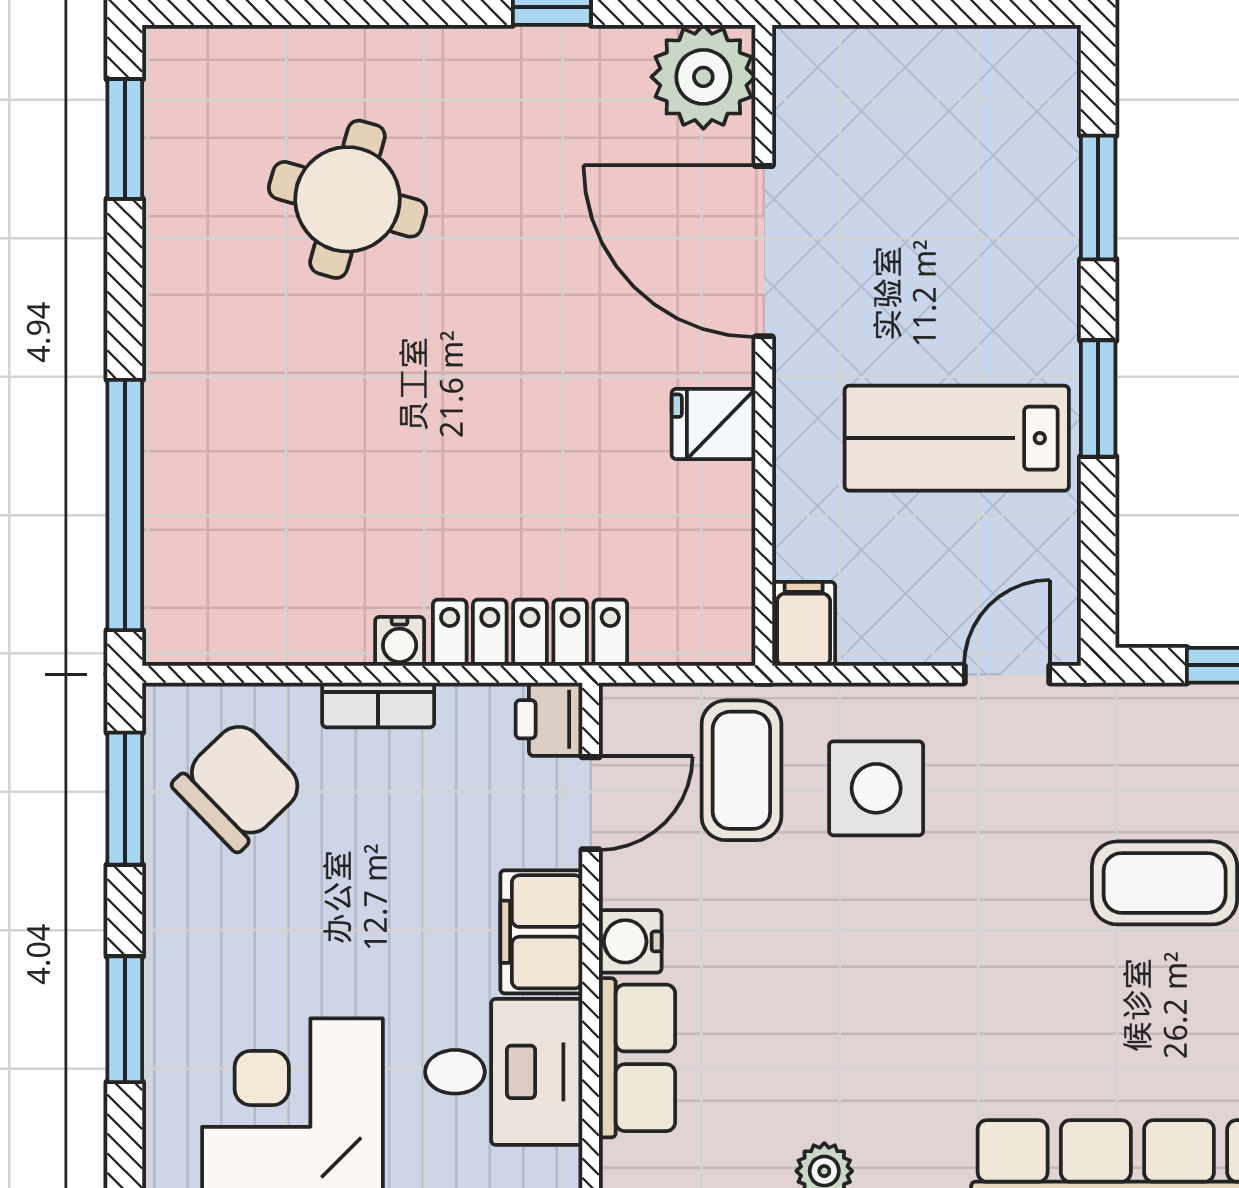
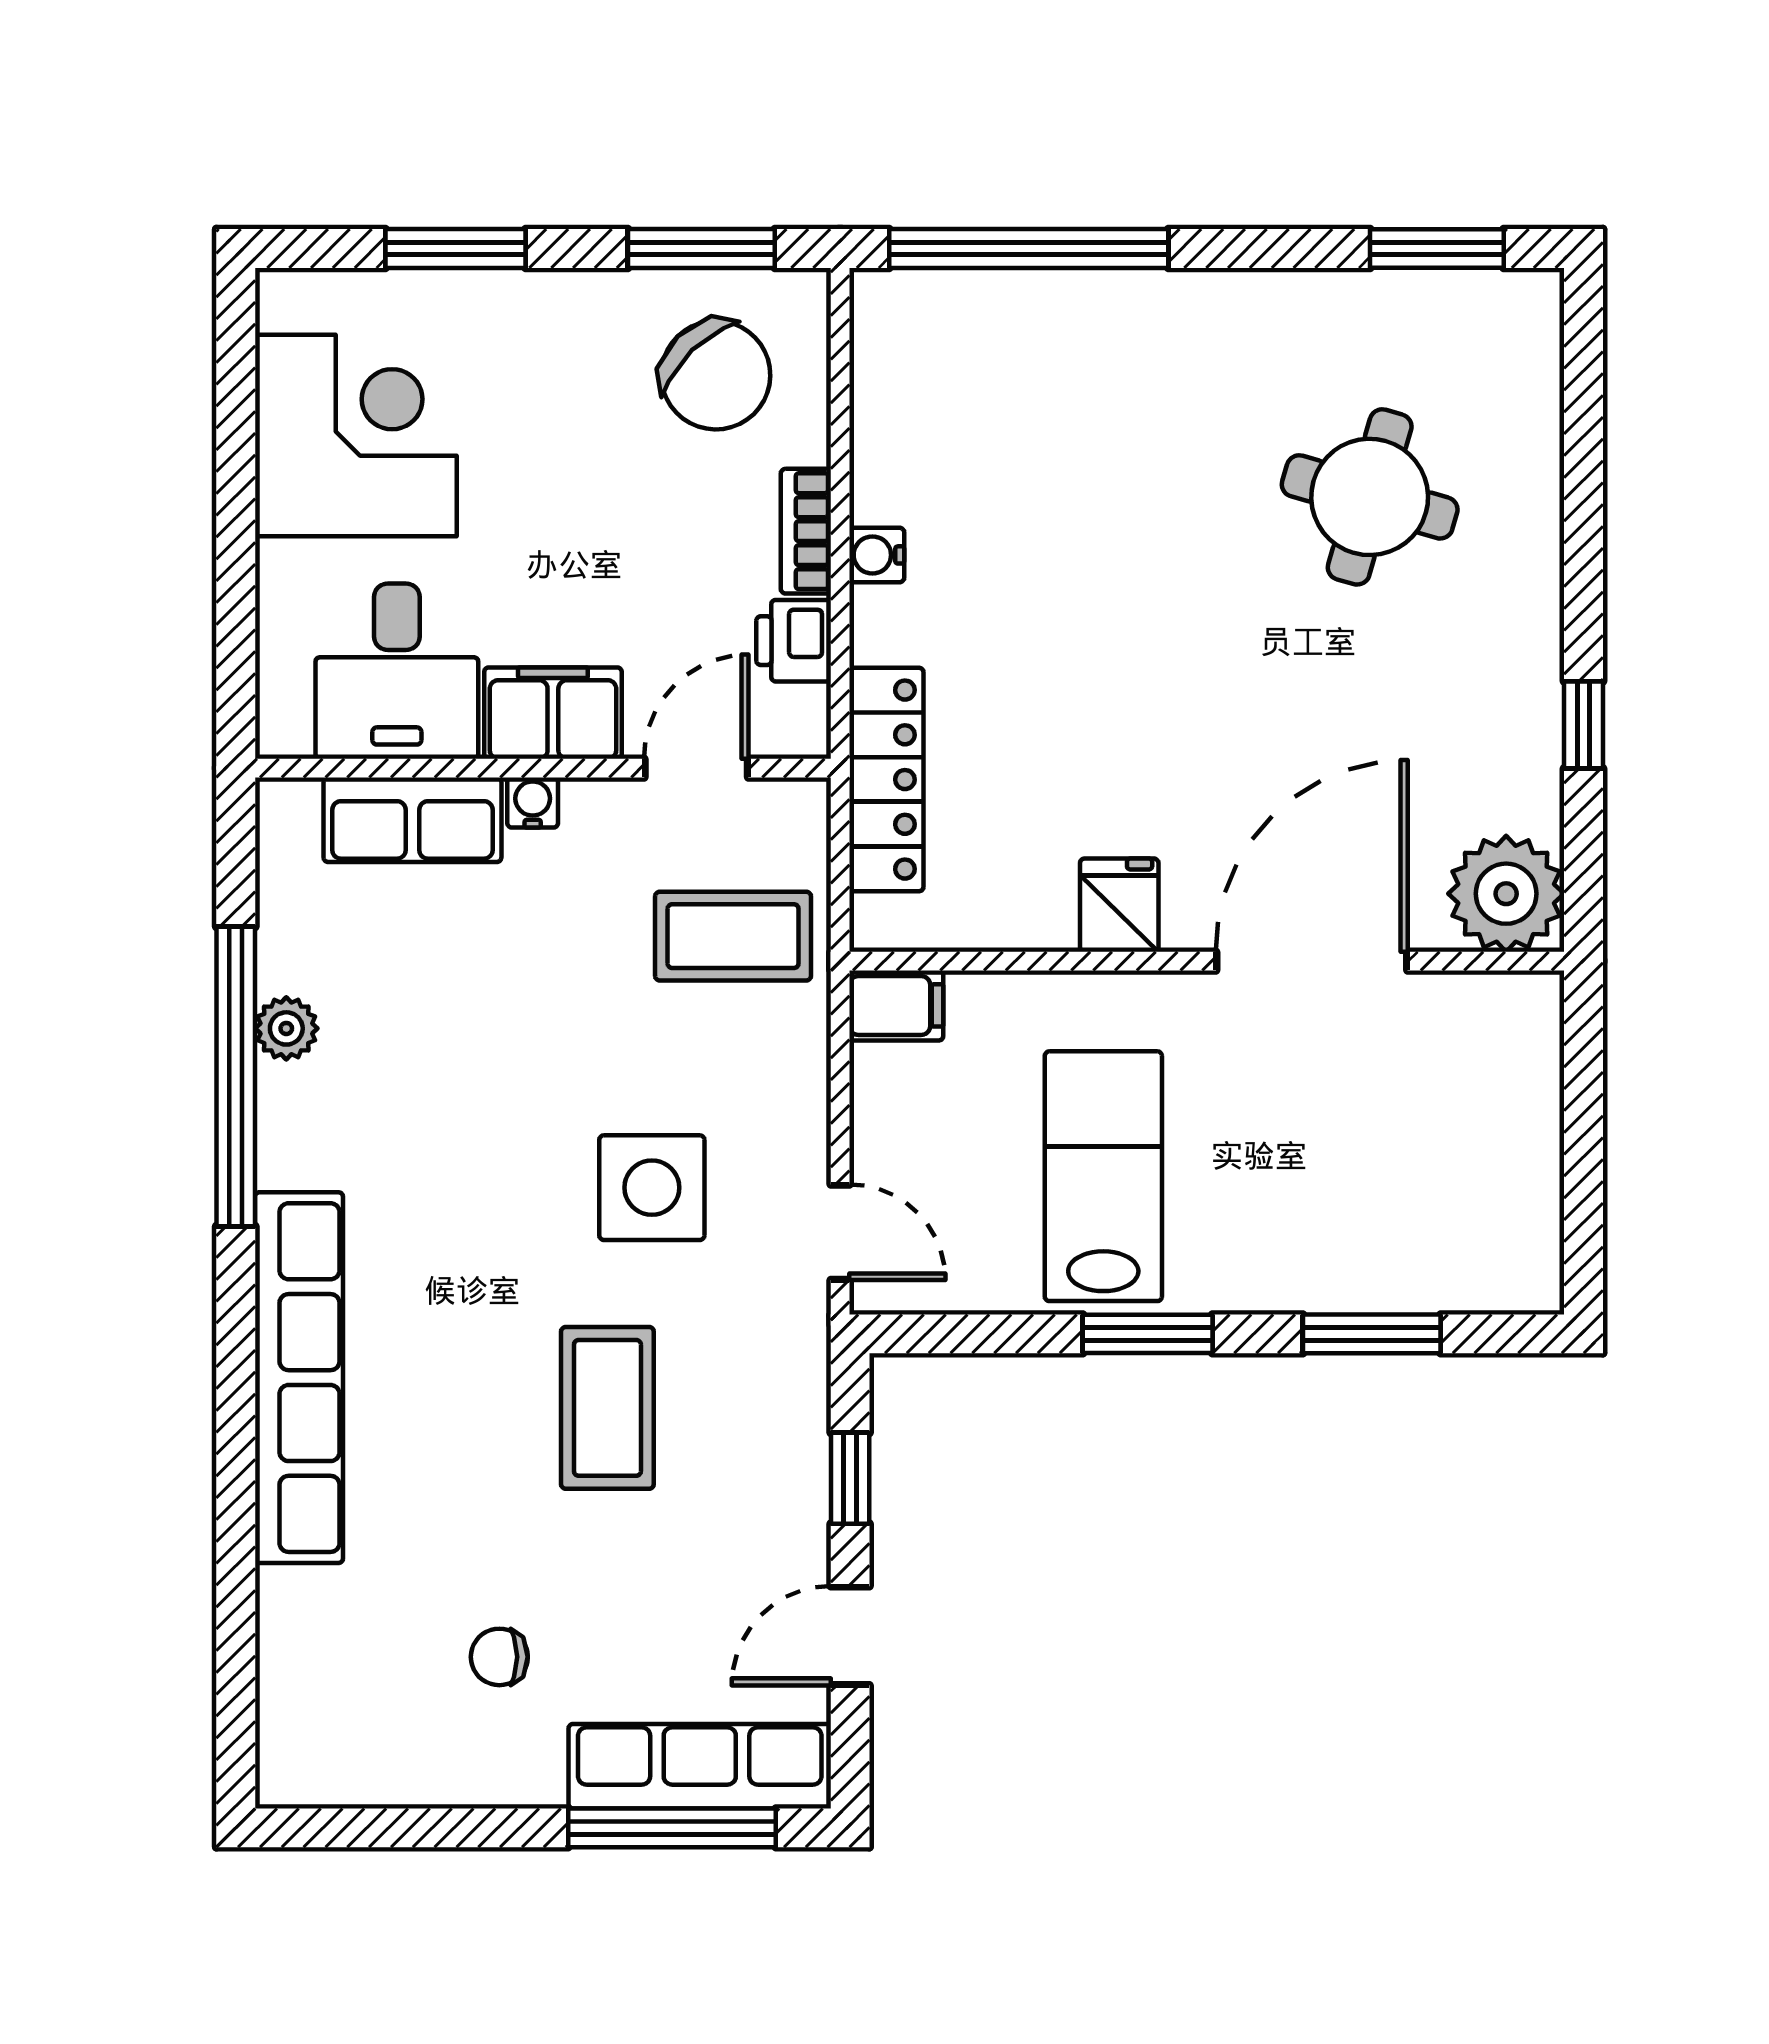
locker: (530, 633) -> (886, 780), moved
printer: (549, 719) -> (794, 641), moved, turned -90
side table: (876, 788) -> (652, 1188), moved
door: (591, 803) -> (696, 768), swing flipped
water cooler: (630, 941) -> (533, 803), width x0.72, depth x0.72

